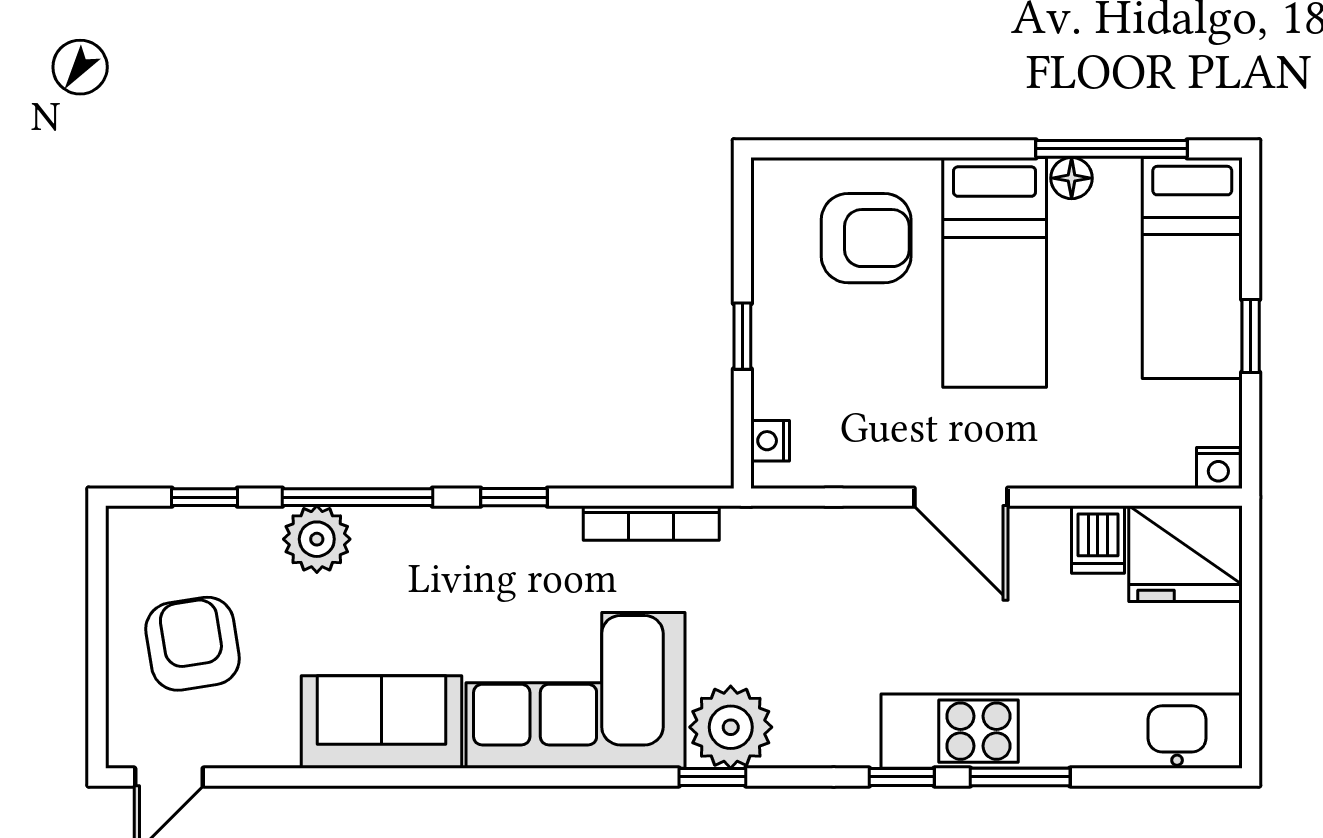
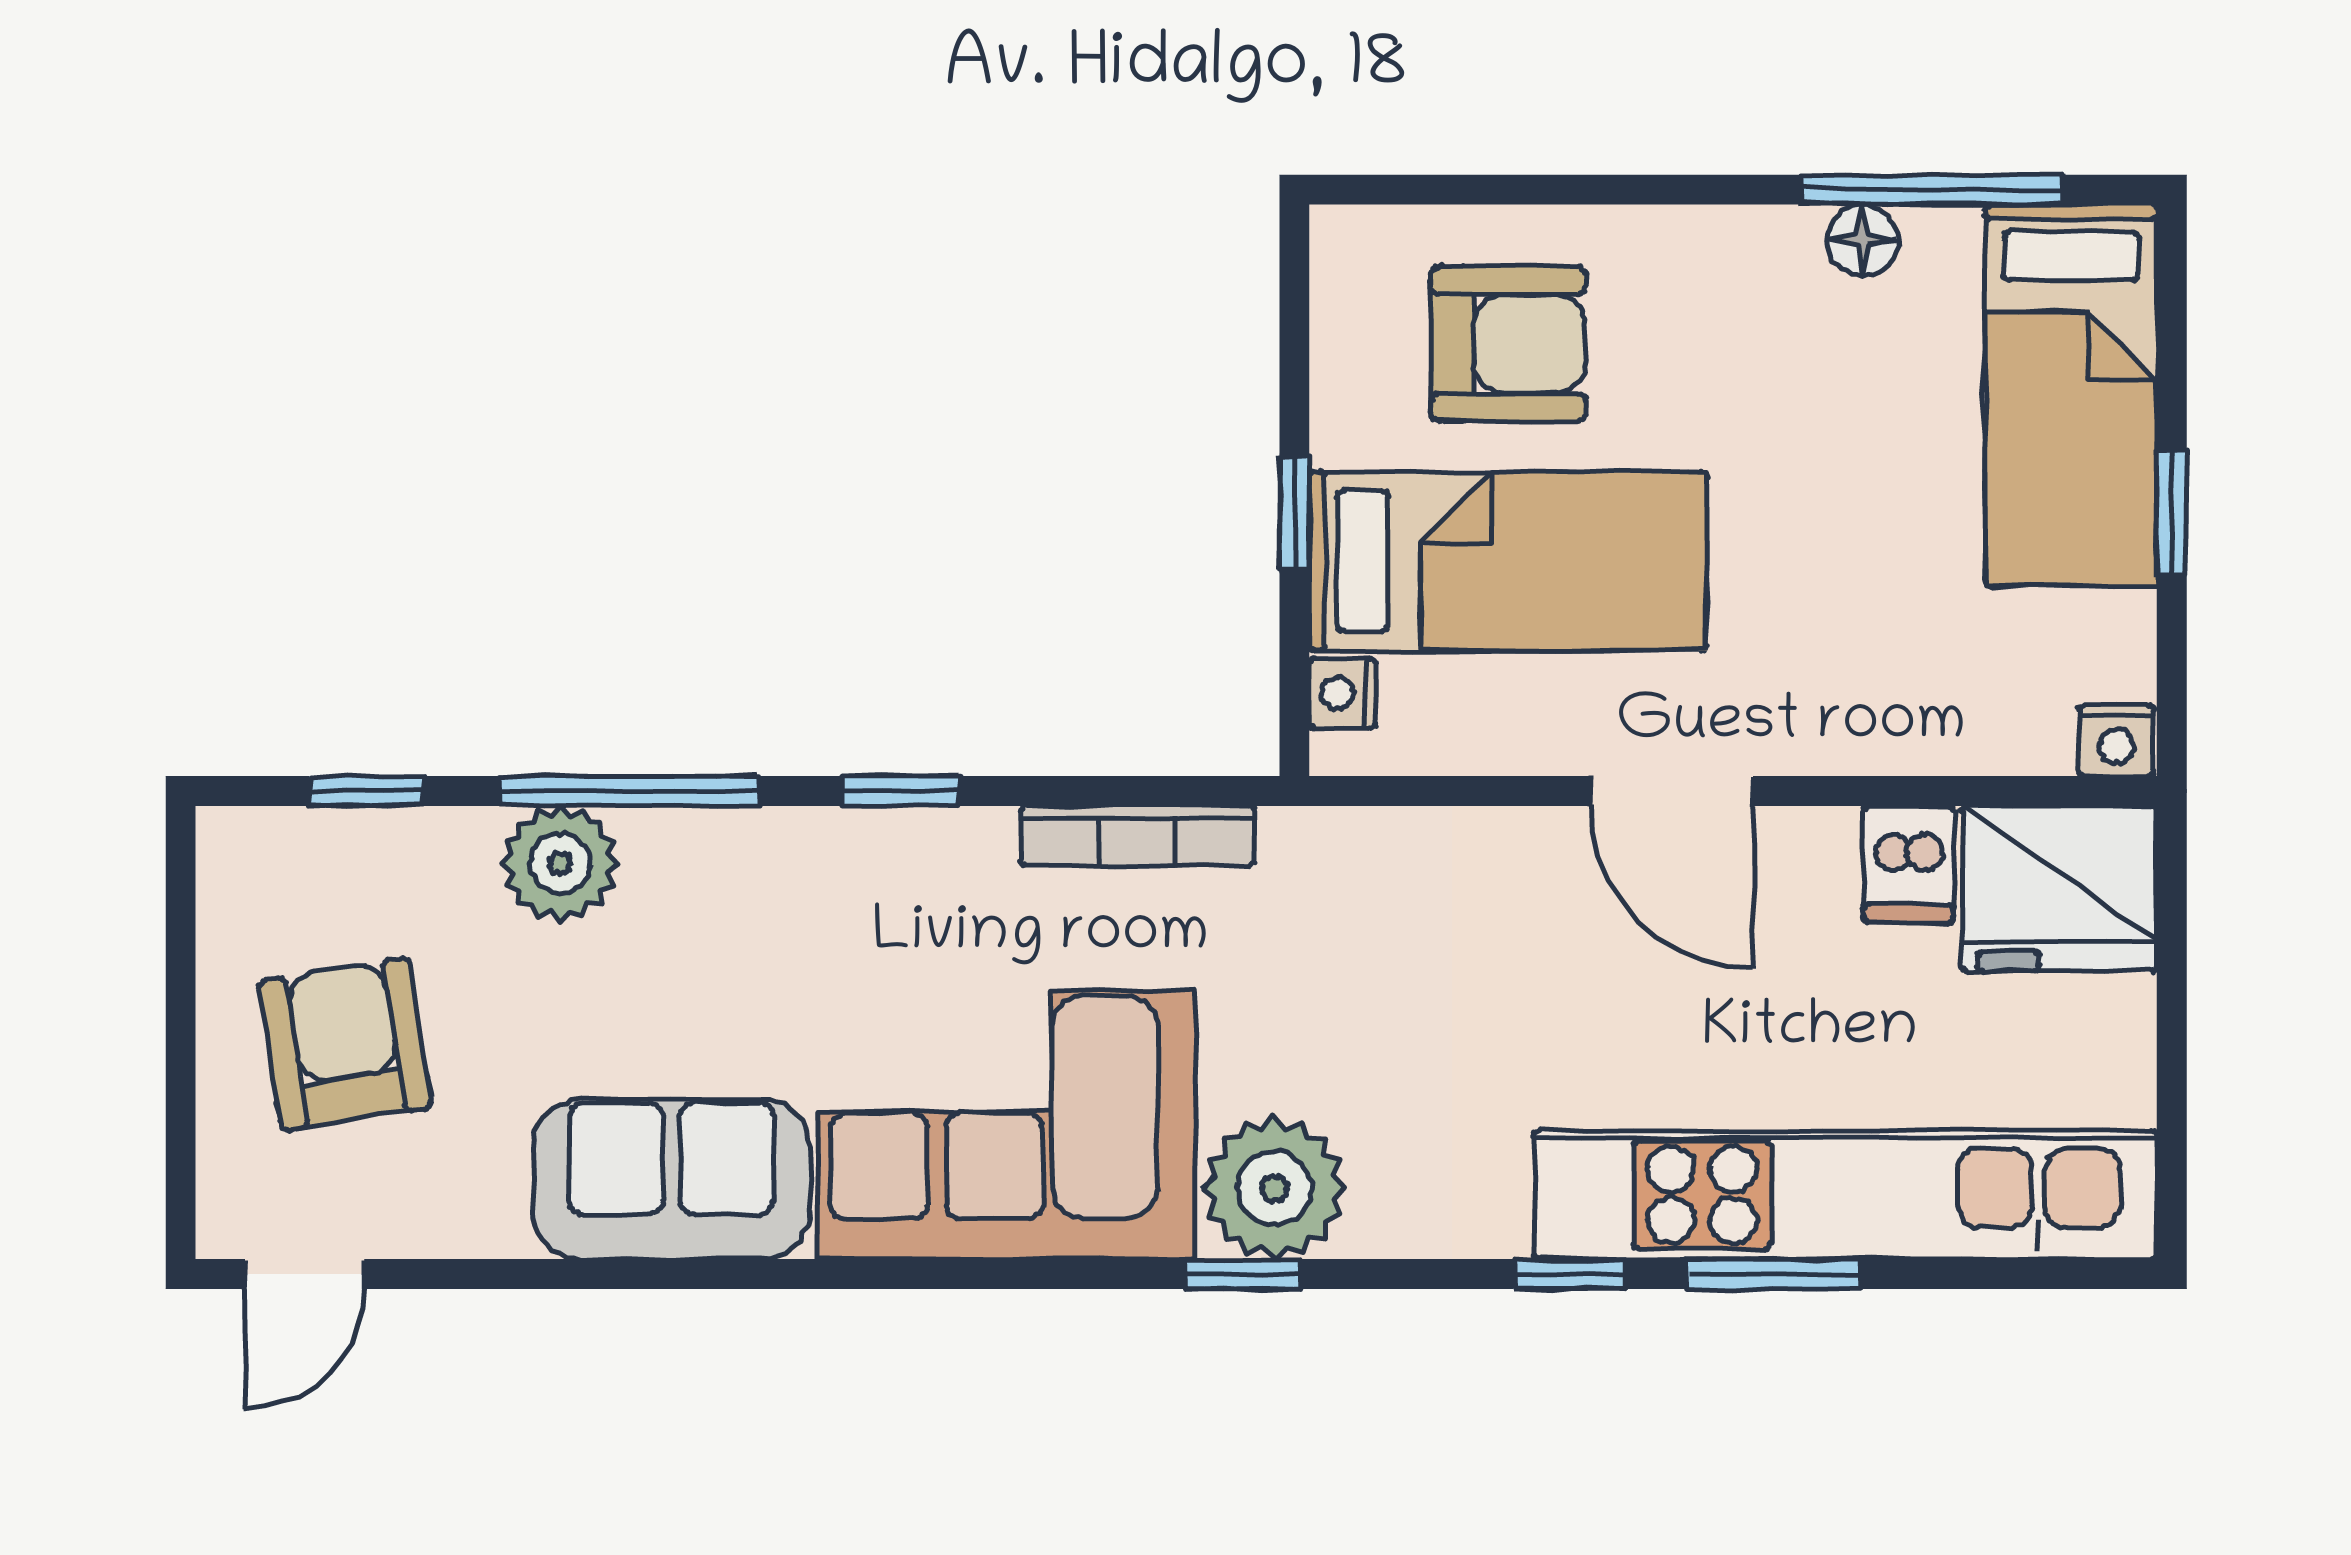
bed: (995, 272) -> (1508, 561), moved, turned -90

